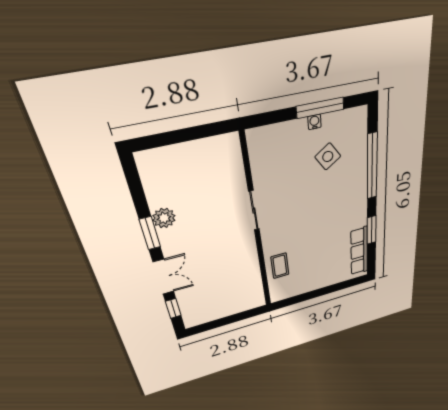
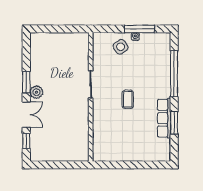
side table: (328, 156) -> (121, 47), moved
plant: (164, 218) -> (36, 92), moved
row of seats: (359, 251) -> (164, 118), moved
coffee table: (280, 266) -> (128, 99), moved

